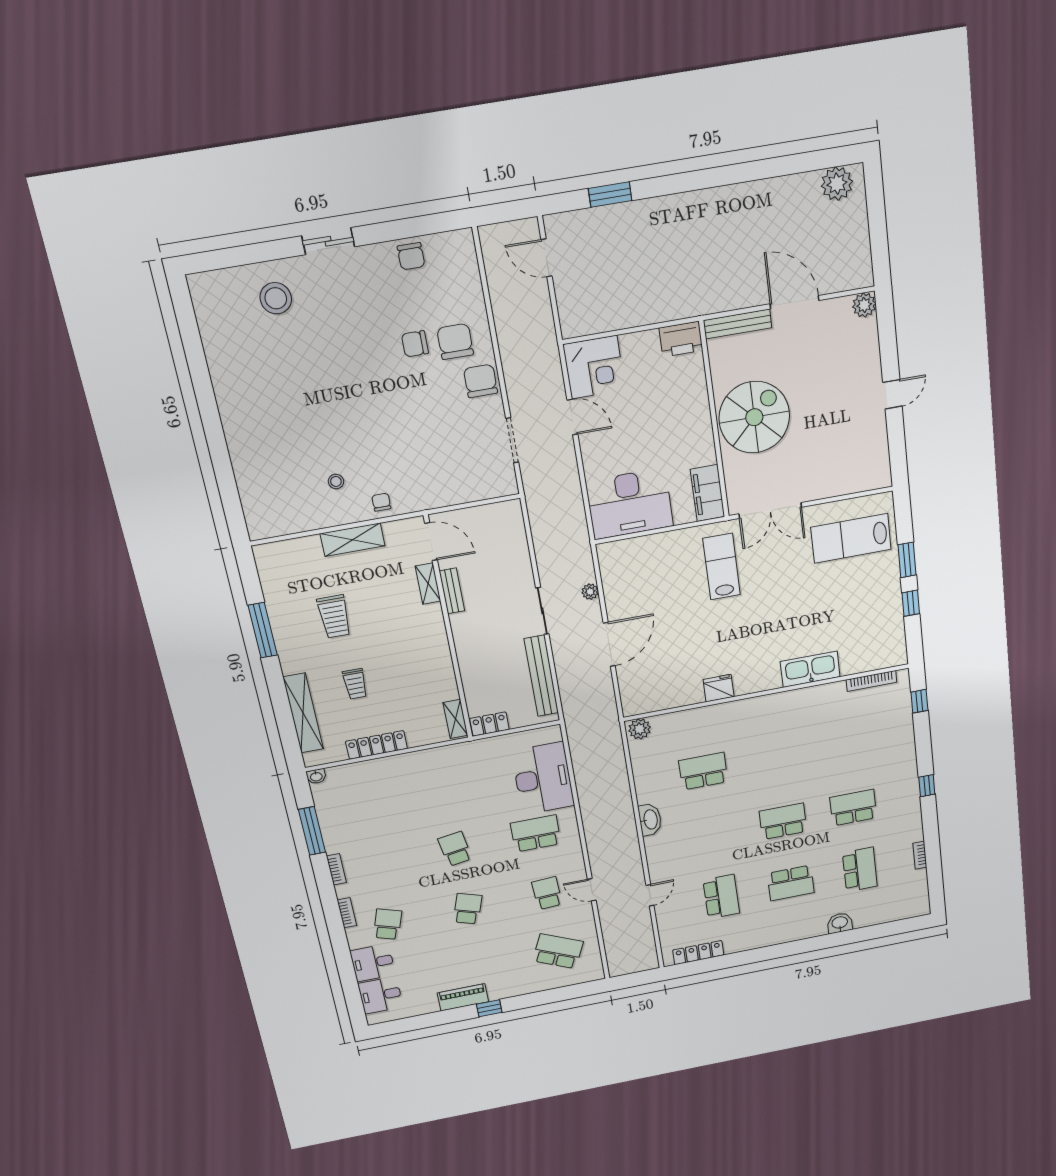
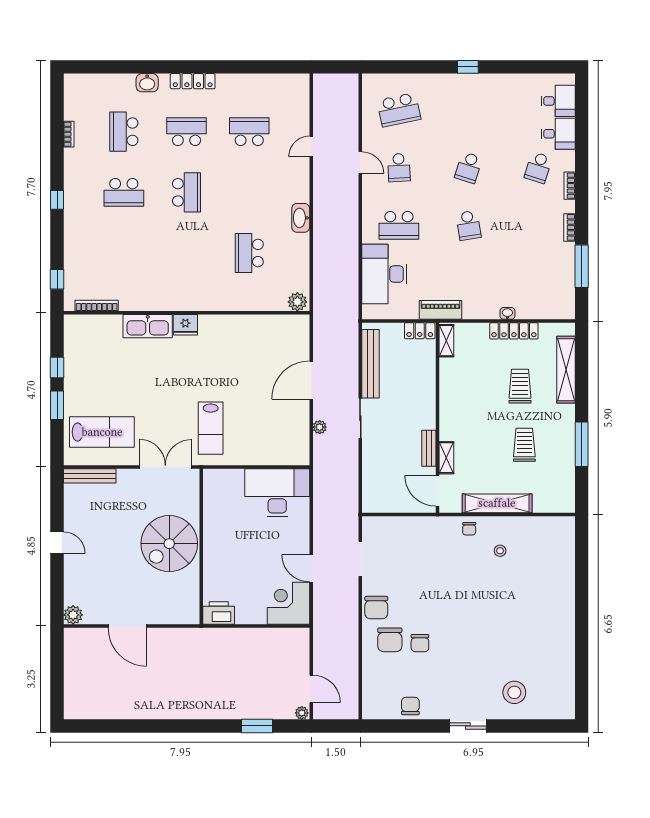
plant: (837, 184) -> (302, 713), moved, width x0.53, depth x0.53
bench: (738, 324) -> (90, 476), moved
chair: (415, 344) -> (420, 643), turned 90
door: (892, 394) -> (57, 543), swing flipped
filing cabinet: (707, 493) -> (214, 490), removed
shelving: (353, 540) -> (497, 503), width x1.47
trolley: (355, 684) -> (520, 386), width x1.36, depth x1.39
fridge: (719, 688) -> (185, 325), moved
school desk: (703, 771) -> (249, 253), turned 90
washbasin: (316, 776) -> (507, 313), moved
school desk: (783, 821) -> (187, 192), turned -90
school desk: (721, 897) -> (249, 132), turned 90
school desk: (558, 951) -> (399, 110), turned -36
locker: (698, 953) -> (193, 81), moved
piano: (463, 997) -> (441, 310), moved, turned 180

